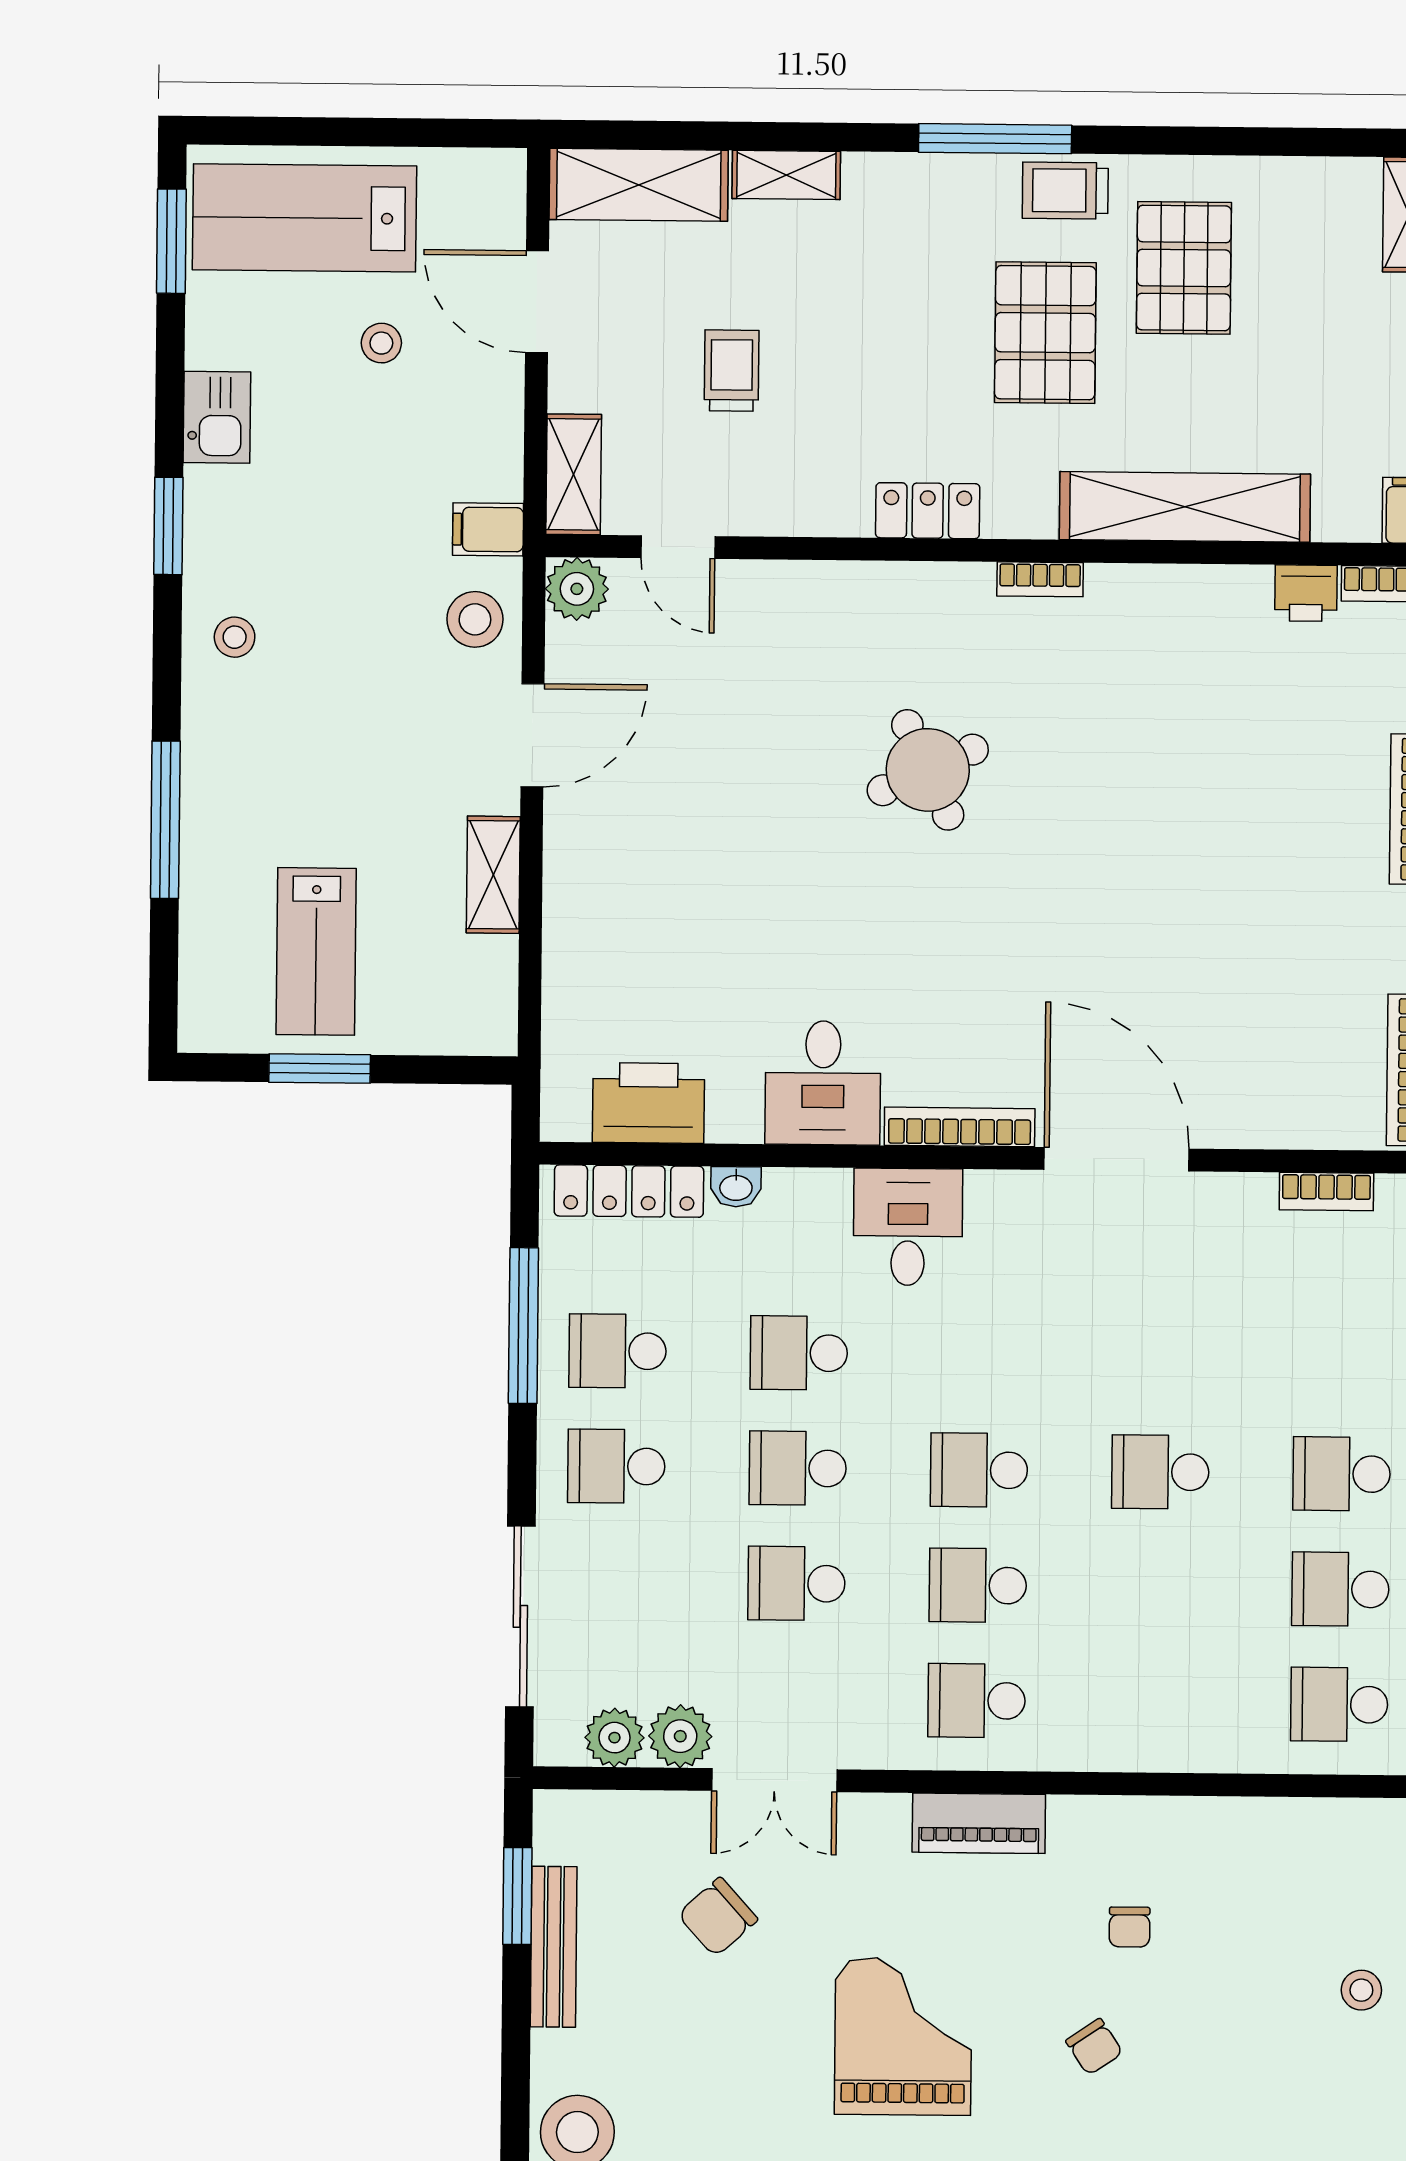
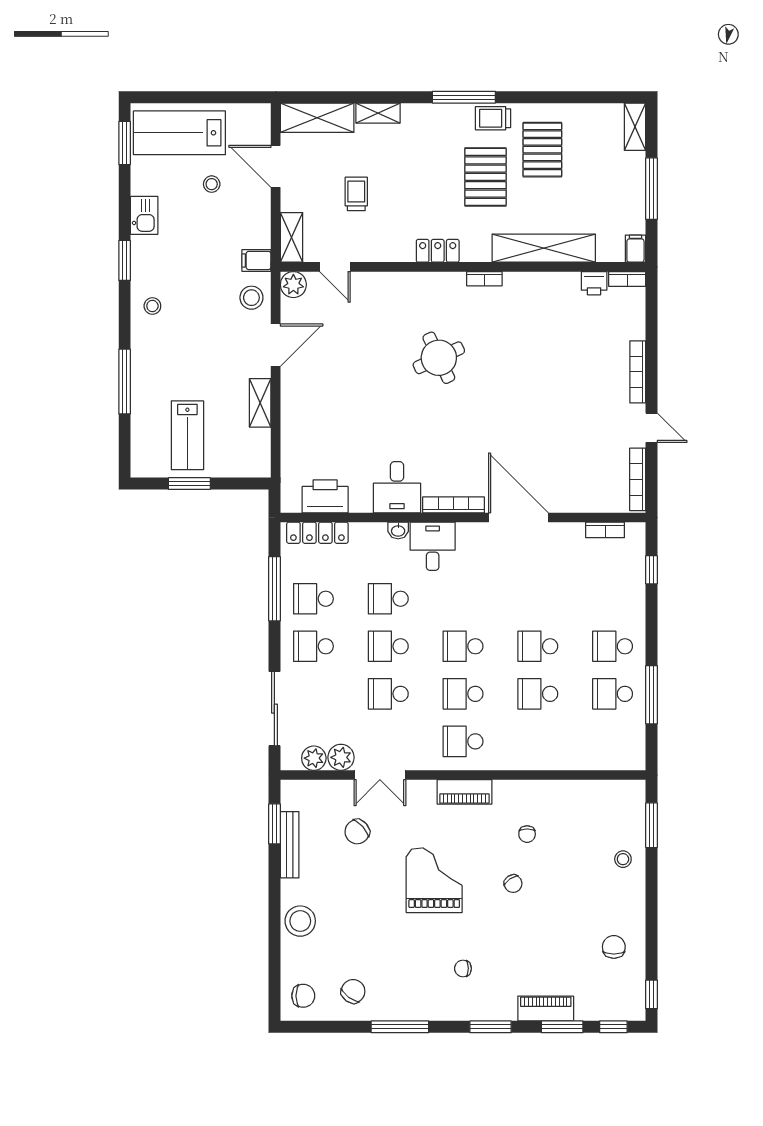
washbasin: (736, 1187) -> (398, 530), moved
school desk: (1339, 1704) -> (538, 694), moved

